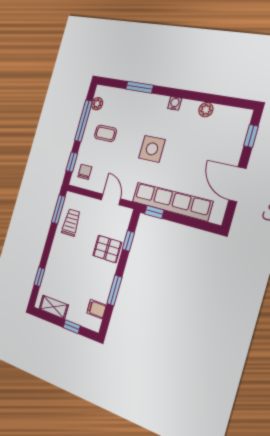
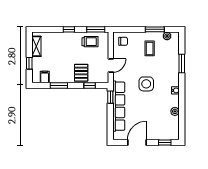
window: (83, 121) -> (155, 29), width x0.69
window: (72, 162) -> (127, 29), removed
window: (39, 277) -> (69, 29), moved

